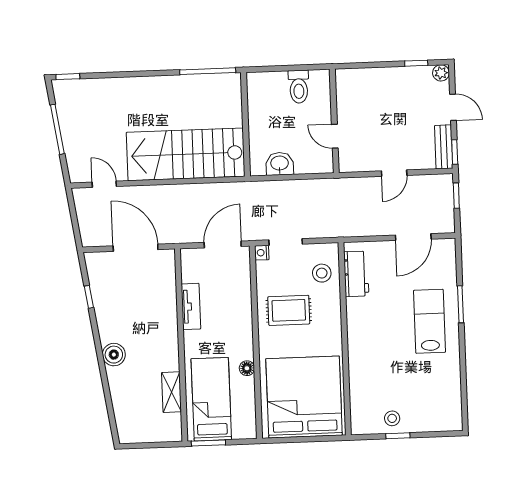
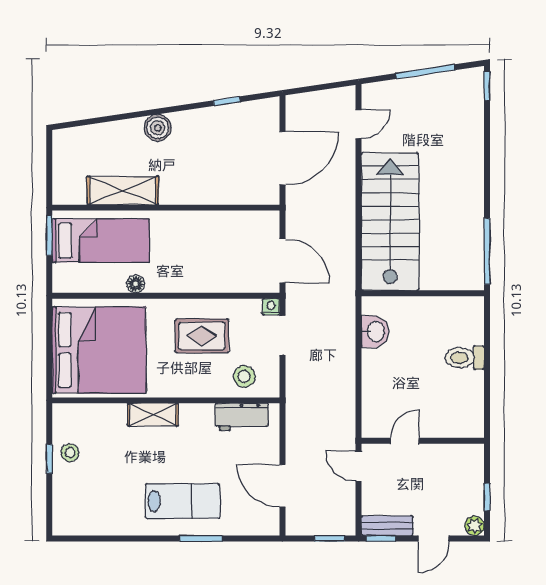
wall: (334, 121) -> (423, 441), moved
door: (335, 136) -> (405, 441), moved
tv unit: (191, 306) -> (211, 221), removed
rug: (289, 310) -> (202, 336), turned 90
shelving: (357, 349) -> (153, 415), added
shelving: (172, 392) -> (123, 191), width x1.50, depth x1.33

